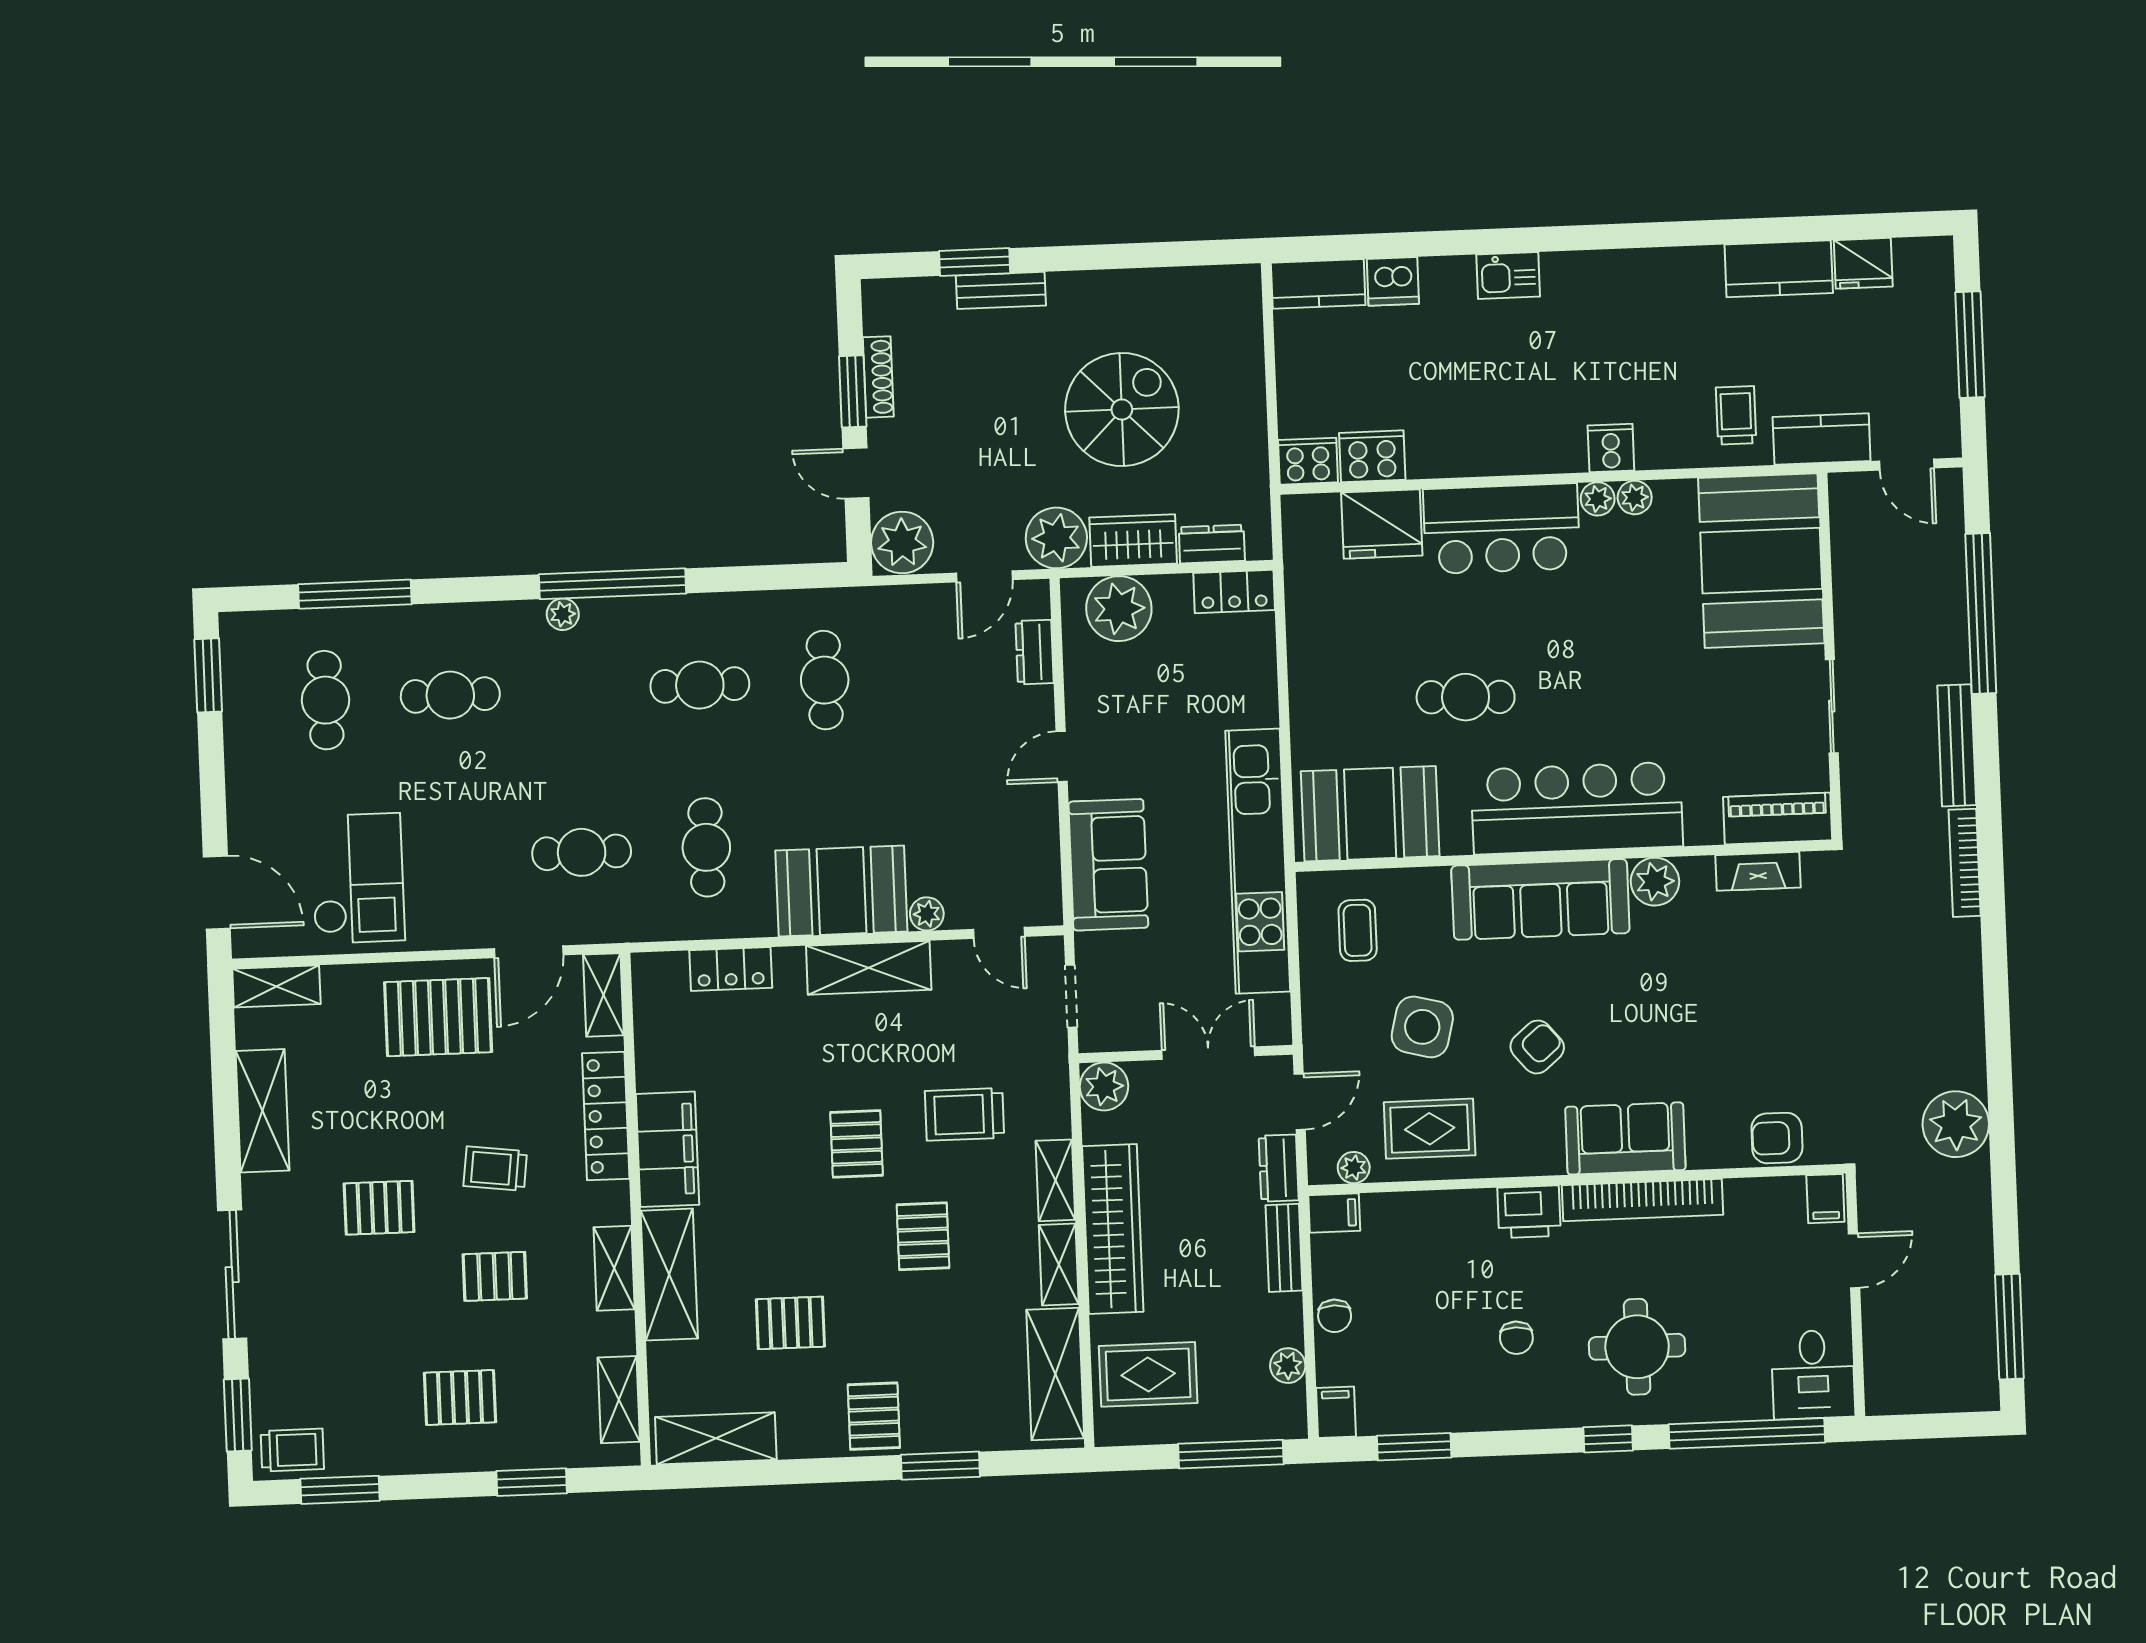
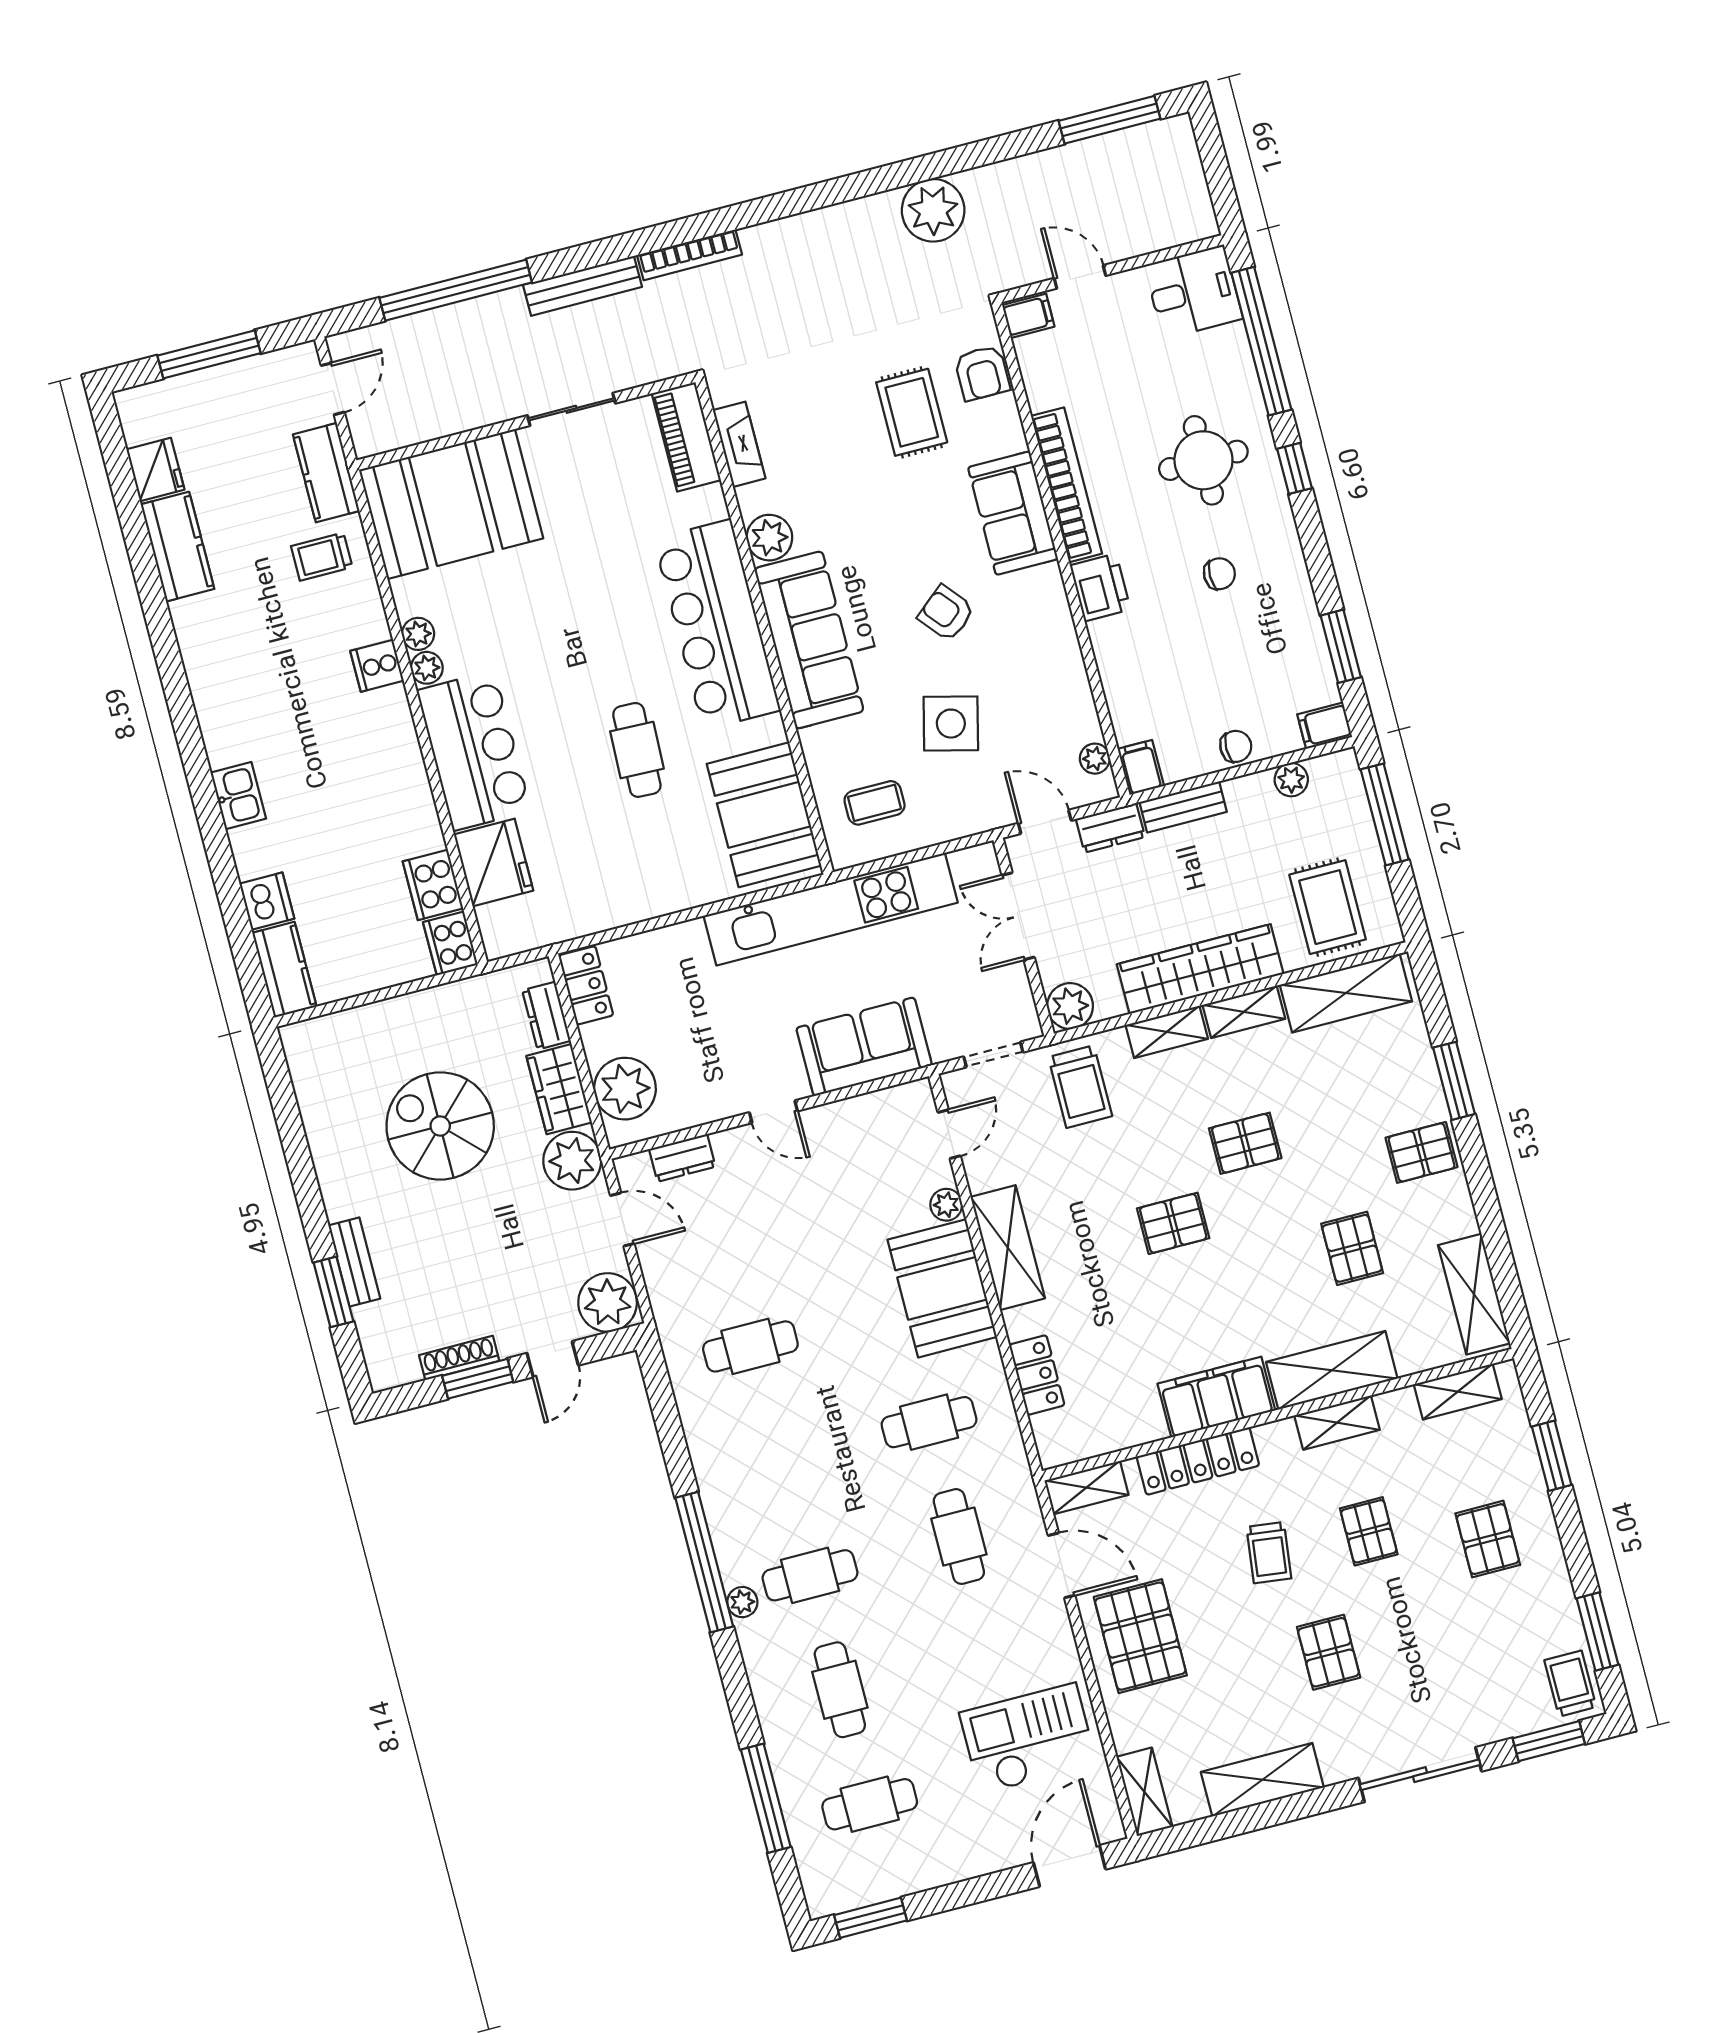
cafe table: (700, 685) -> (810, 1575), moved, turned 90
trolley: (964, 1114) -> (1080, 1087), moved
rug: (1430, 1129) -> (912, 412), moved

